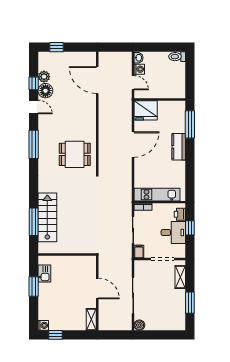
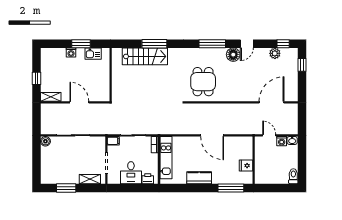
window: (34, 83) -> (283, 44), moved
door: (133, 83) -> (269, 135), swing flipped
floor lamp: (45, 91) -> (233, 55), moved
fridge: (146, 110) -> (246, 166), moved, width x0.53, depth x0.75
kitchen counter: (179, 147) -> (199, 178), moved
window: (34, 222) -> (154, 44), moved
window: (190, 228) -> (135, 188), removed
door: (97, 288) -> (79, 102), swing flipped
washing machine: (43, 325) -> (71, 53), moved
window: (56, 335) -> (36, 78), moved

